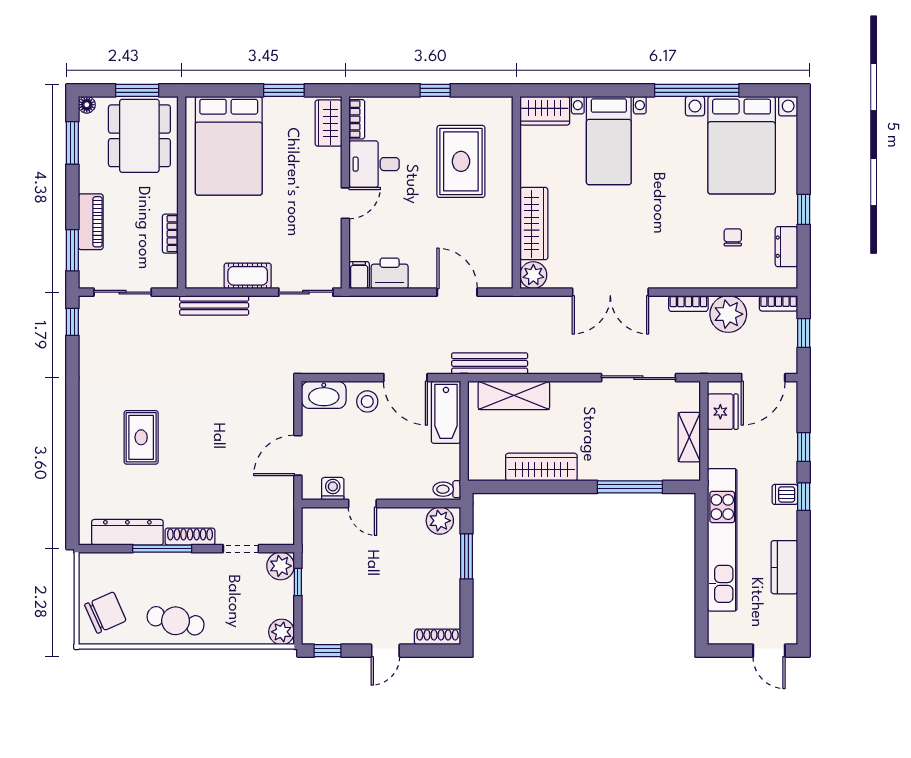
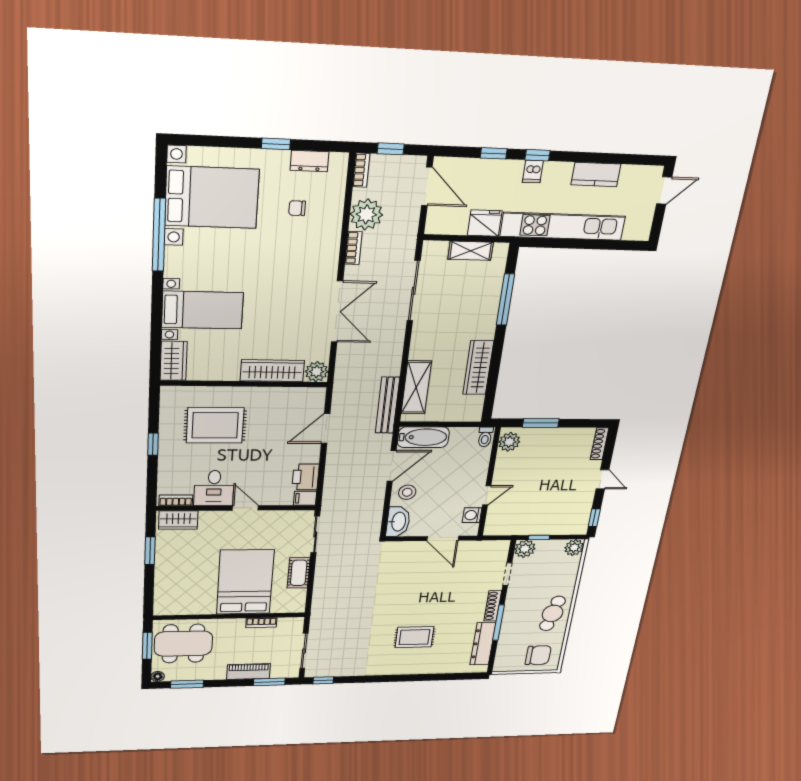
bed: (229, 146) -> (245, 582), moved, turned -90
bench: (214, 305) -> (320, 594), removed
fridge: (723, 412) -> (485, 223), moved
chair: (105, 613) -> (538, 655), turned 114

